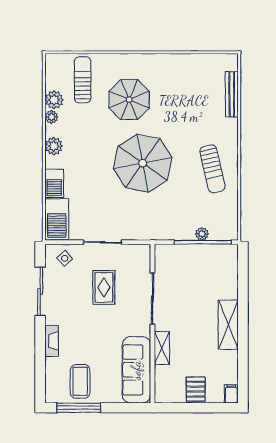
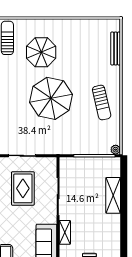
plant: (202, 234) -> (116, 150), moved
rug: (104, 287) -> (23, 188), width x1.36, depth x1.43
shelving: (228, 325) -> (113, 195), moved

